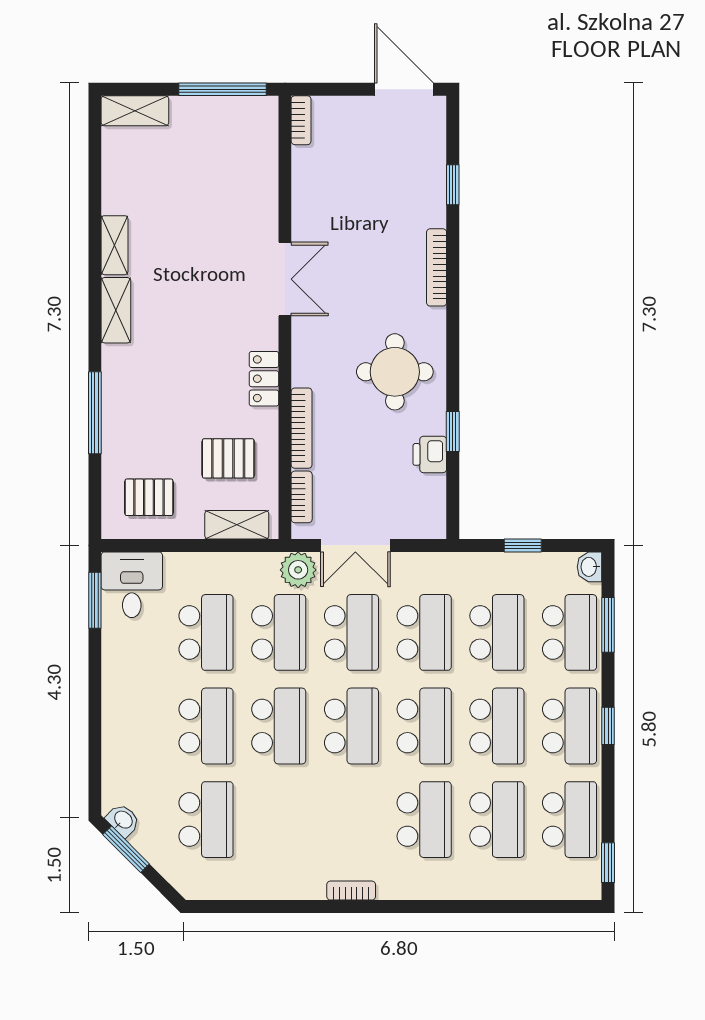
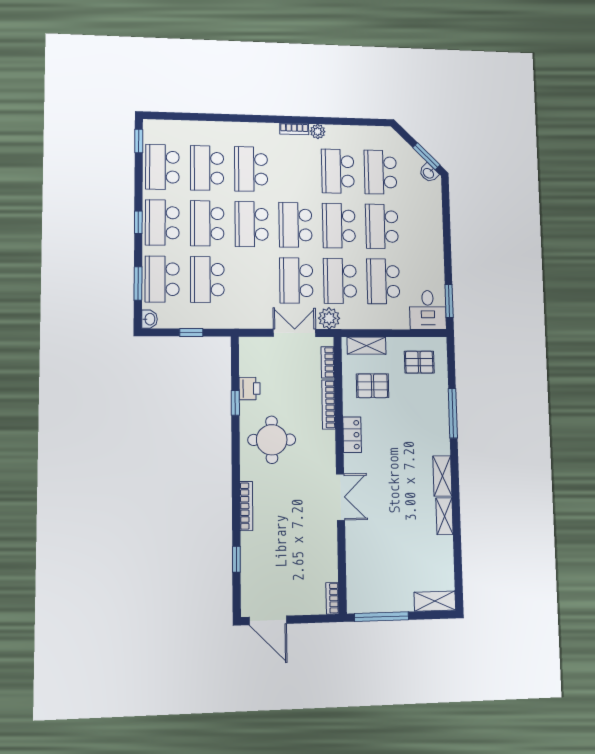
double door: (285, 279) -> (340, 497), swing flipped
school desk: (424, 632) -> (338, 171), moved
plant: (312, 887) -> (318, 131), added

